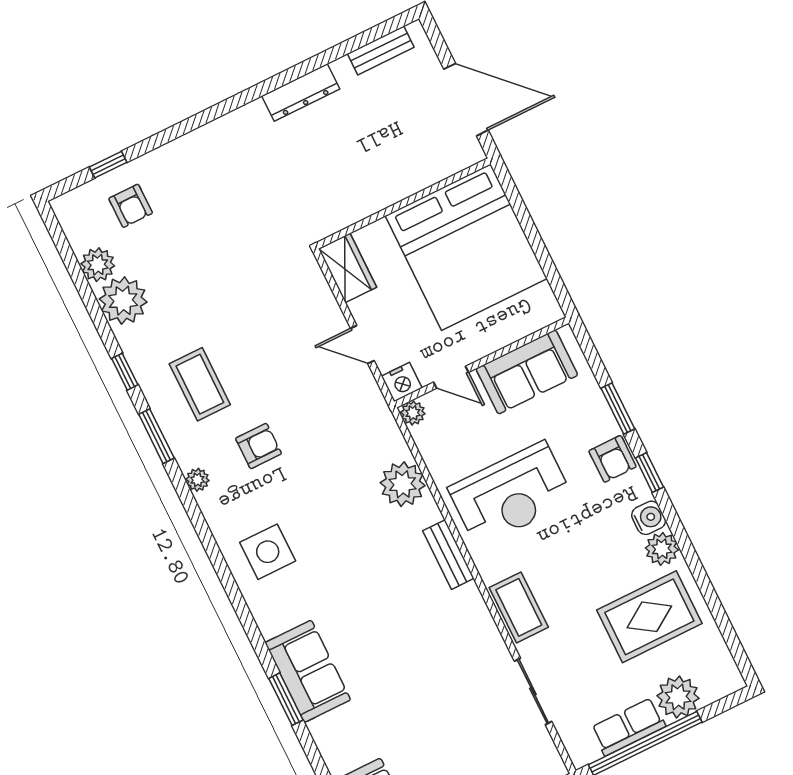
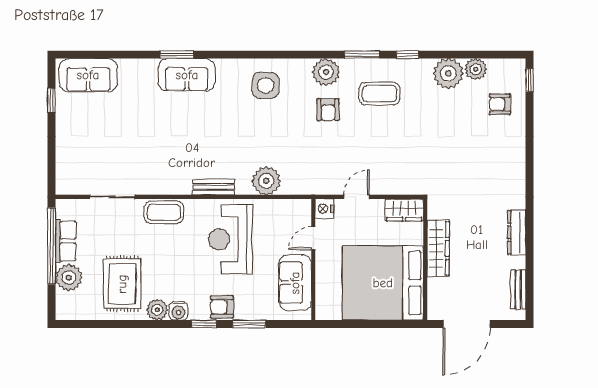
window: (108, 165) -> (530, 80), moved
wardrobe: (379, 193) -> (438, 248), added
plant: (413, 413) -> (304, 206), removed
plant: (198, 480) -> (326, 72), width x1.88, depth x1.88

